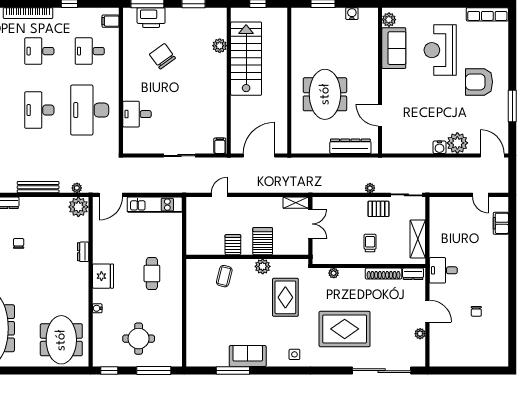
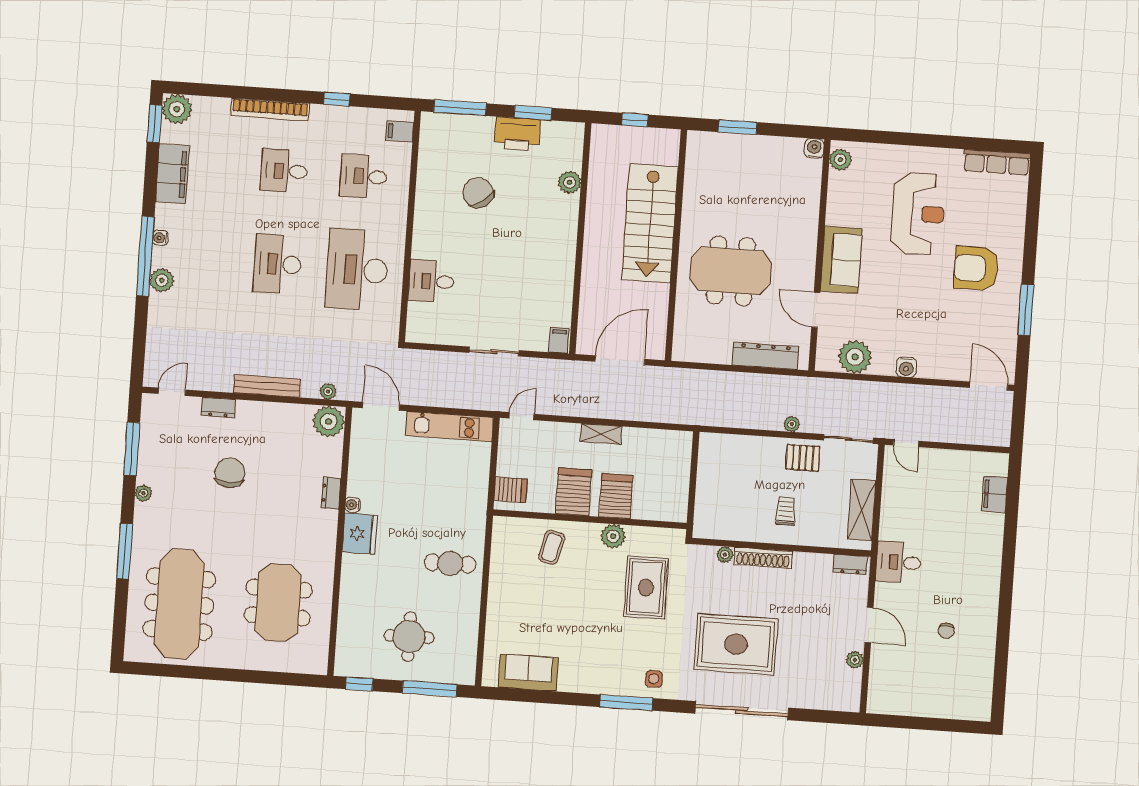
water cooler: (352, 14) -> (814, 148), moved
printer: (151, 18) -> (517, 134), moved
sofa: (394, 48) -> (841, 260), moved
reception desk: (440, 50) -> (918, 214), turned 180
stairs: (246, 59) -> (650, 223), moved, turned 180
meeting table: (325, 94) -> (731, 271), turned 90
plant: (457, 143) -> (855, 357), moved
door: (111, 195) -> (381, 406), swing flipped
door: (219, 195) -> (522, 416), moved
door: (480, 195) -> (906, 443), moved
shelving: (296, 203) -> (601, 434), moved
double door: (310, 224) -> (693, 474), removed
server rack: (196, 242) -> (511, 490), added
chair: (19, 243) -> (230, 473), width x1.87, depth x1.87
server rack: (233, 245) -> (574, 492), width x1.36, depth x1.44
cafe table: (152, 274) -> (450, 563), moved, turned 90
shoe rack: (384, 274) -> (763, 558), moved
water cooler: (97, 308) -> (353, 505), moved
meeting table: (61, 340) -> (278, 602), moved
sofa: (248, 356) -> (528, 673), moved
window: (233, 371) -> (626, 703), moved
sliding door: (382, 371) -> (742, 711), moved

